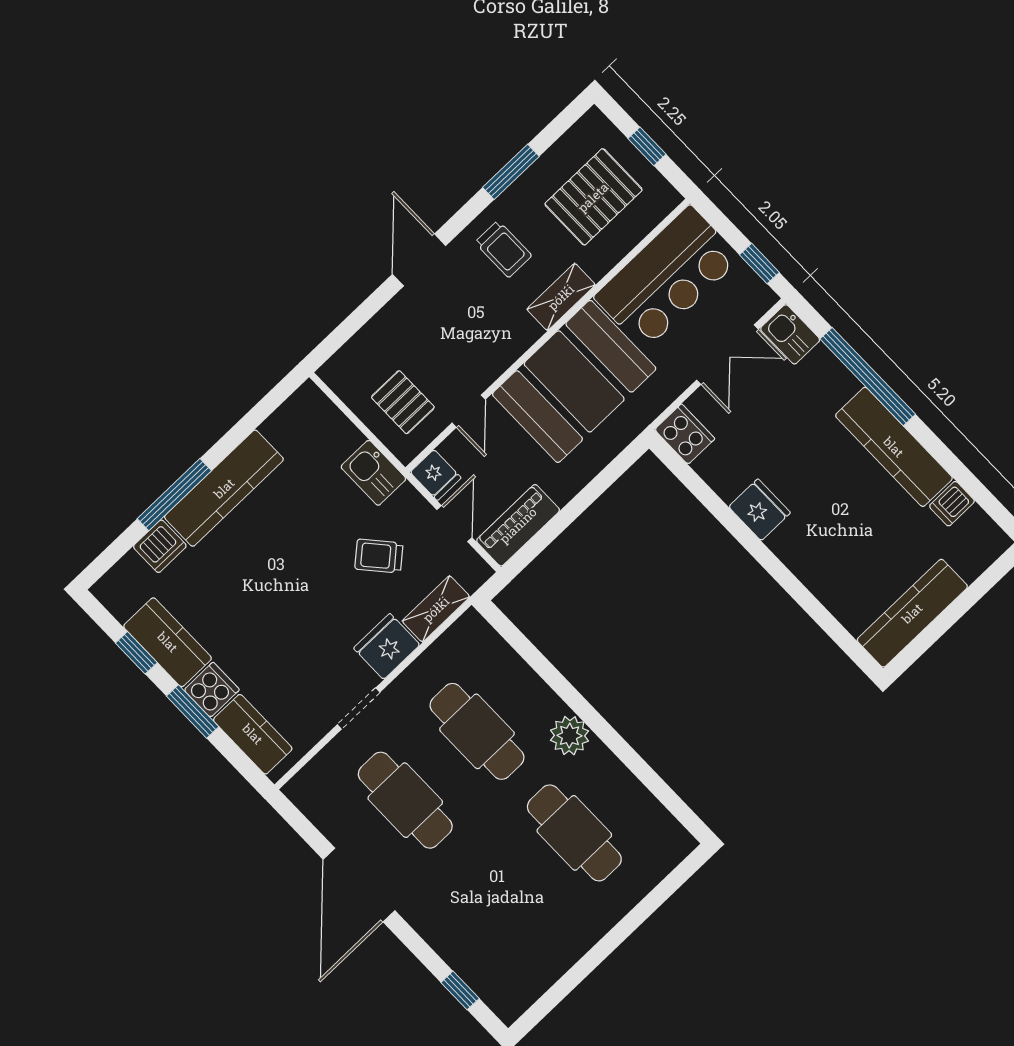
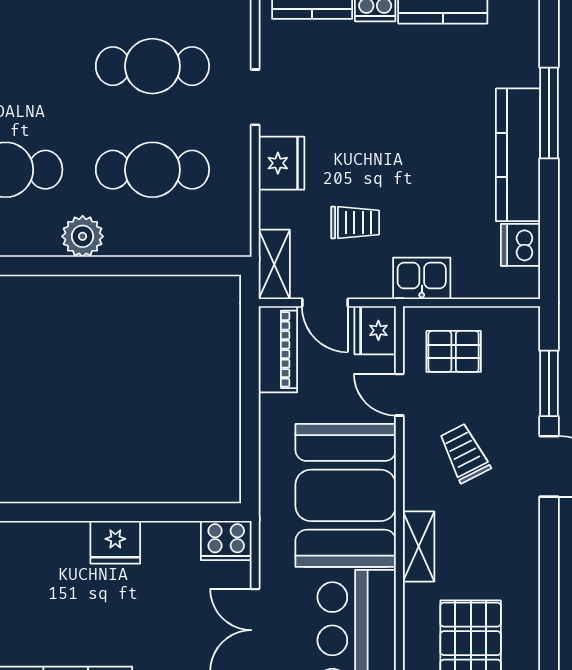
window: (511, 172) -> (549, 383), moved
trolley: (503, 249) -> (464, 453), moved, turned 63
fridge: (436, 475) -> (375, 330), width x1.38
dishwasher: (160, 546) -> (521, 245), moved
trolley: (379, 556) -> (355, 222), turned 41
shelving: (436, 609) -> (274, 264), moved

